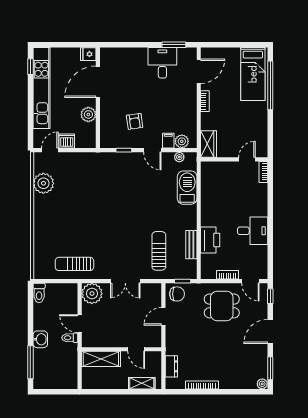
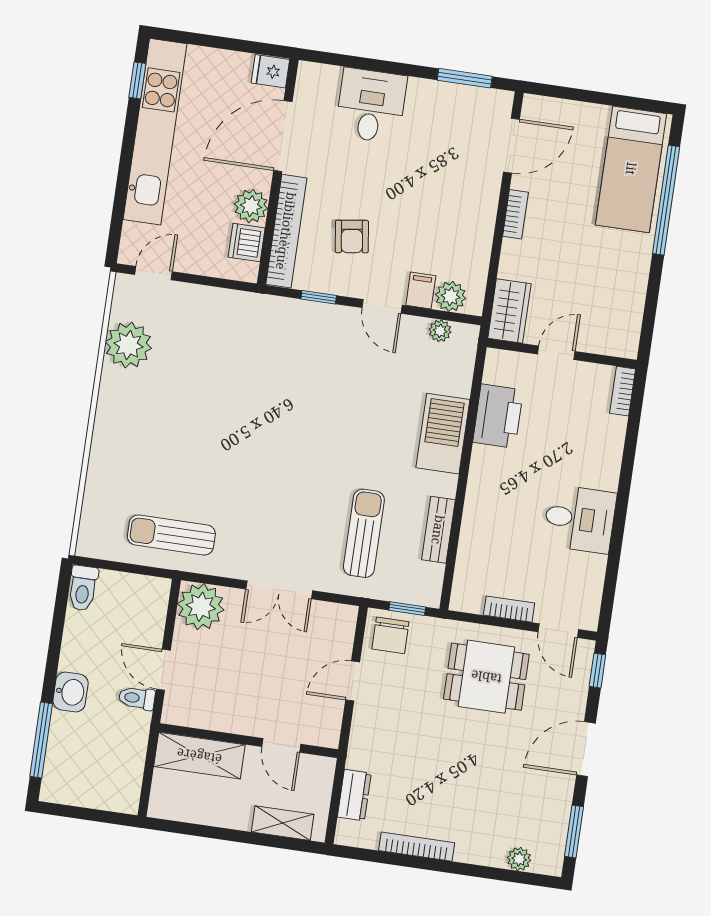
desk: (162, 63) -> (371, 106), moved
bookcase: (105, 123) -> (286, 231), added
dishwasher: (67, 141) -> (247, 243), moved, turned -90
door: (247, 159) -> (556, 353), moved
barbecue: (187, 188) -> (443, 434), moved
printer: (210, 240) -> (498, 416), moved
chair: (177, 294) -> (390, 635), turned 90
plant: (262, 384) -> (519, 859), moved

